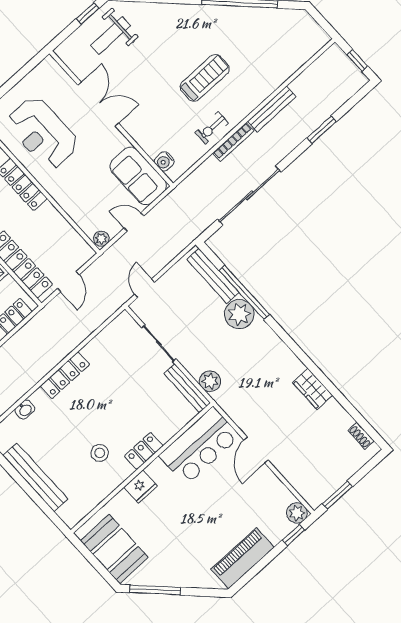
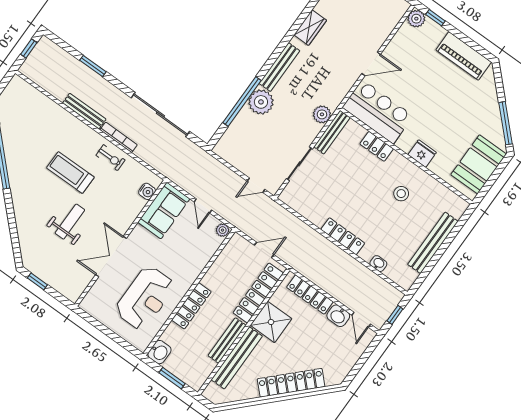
weight bench: (111, 36) -> (70, 222), moved, turned -90
bench: (213, 276) -> (279, 67), moved
locker: (144, 451) -> (377, 146), moved

